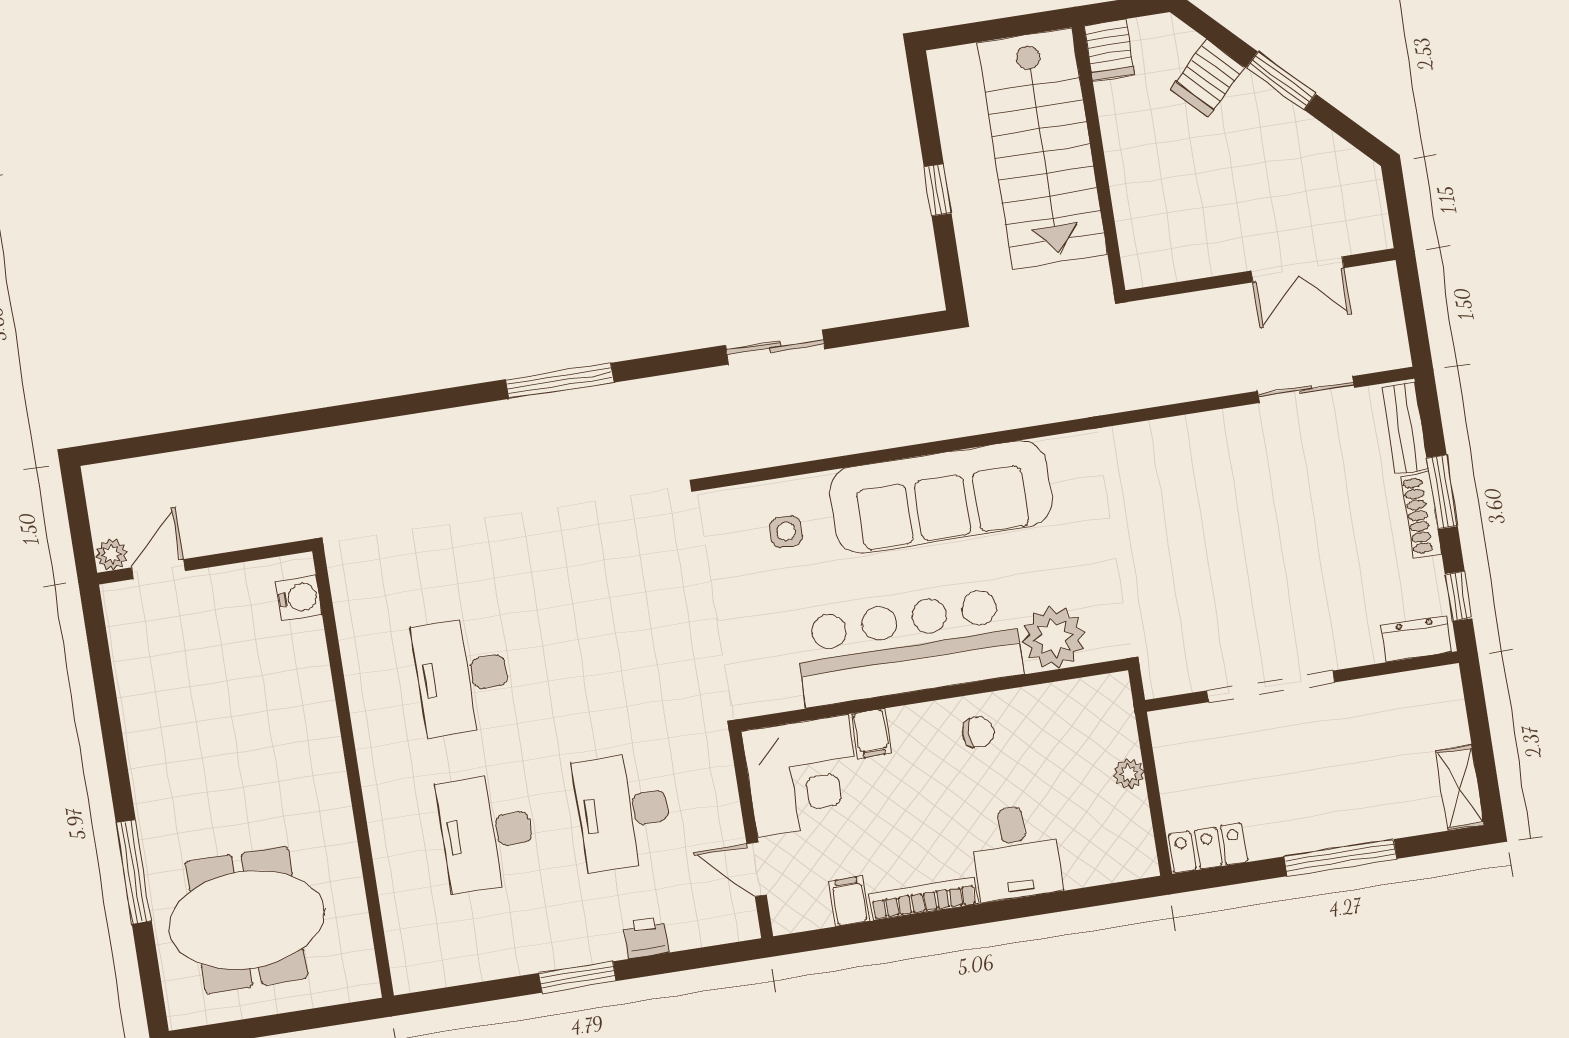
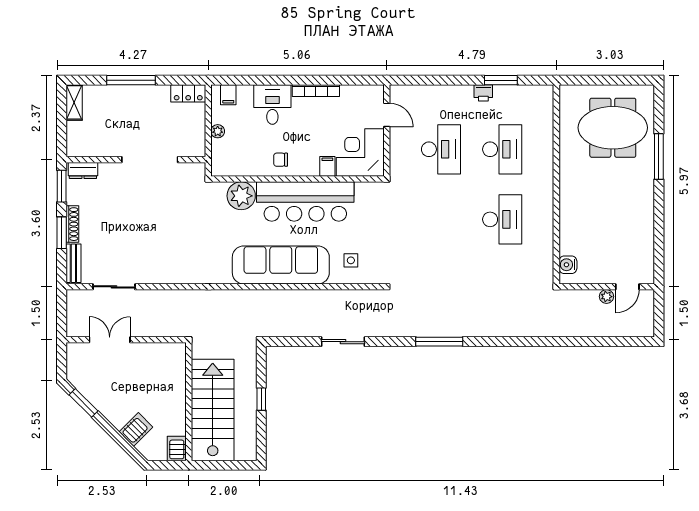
window: (1281, 81) -> (83, 403), moved
plant: (112, 554) -> (606, 297), moved
window: (1459, 596) -> (62, 186), width x1.50
filing cabinet: (849, 901) -> (228, 95), moved
printer: (646, 937) -> (483, 93), moved
window: (578, 977) -> (501, 80), moved

